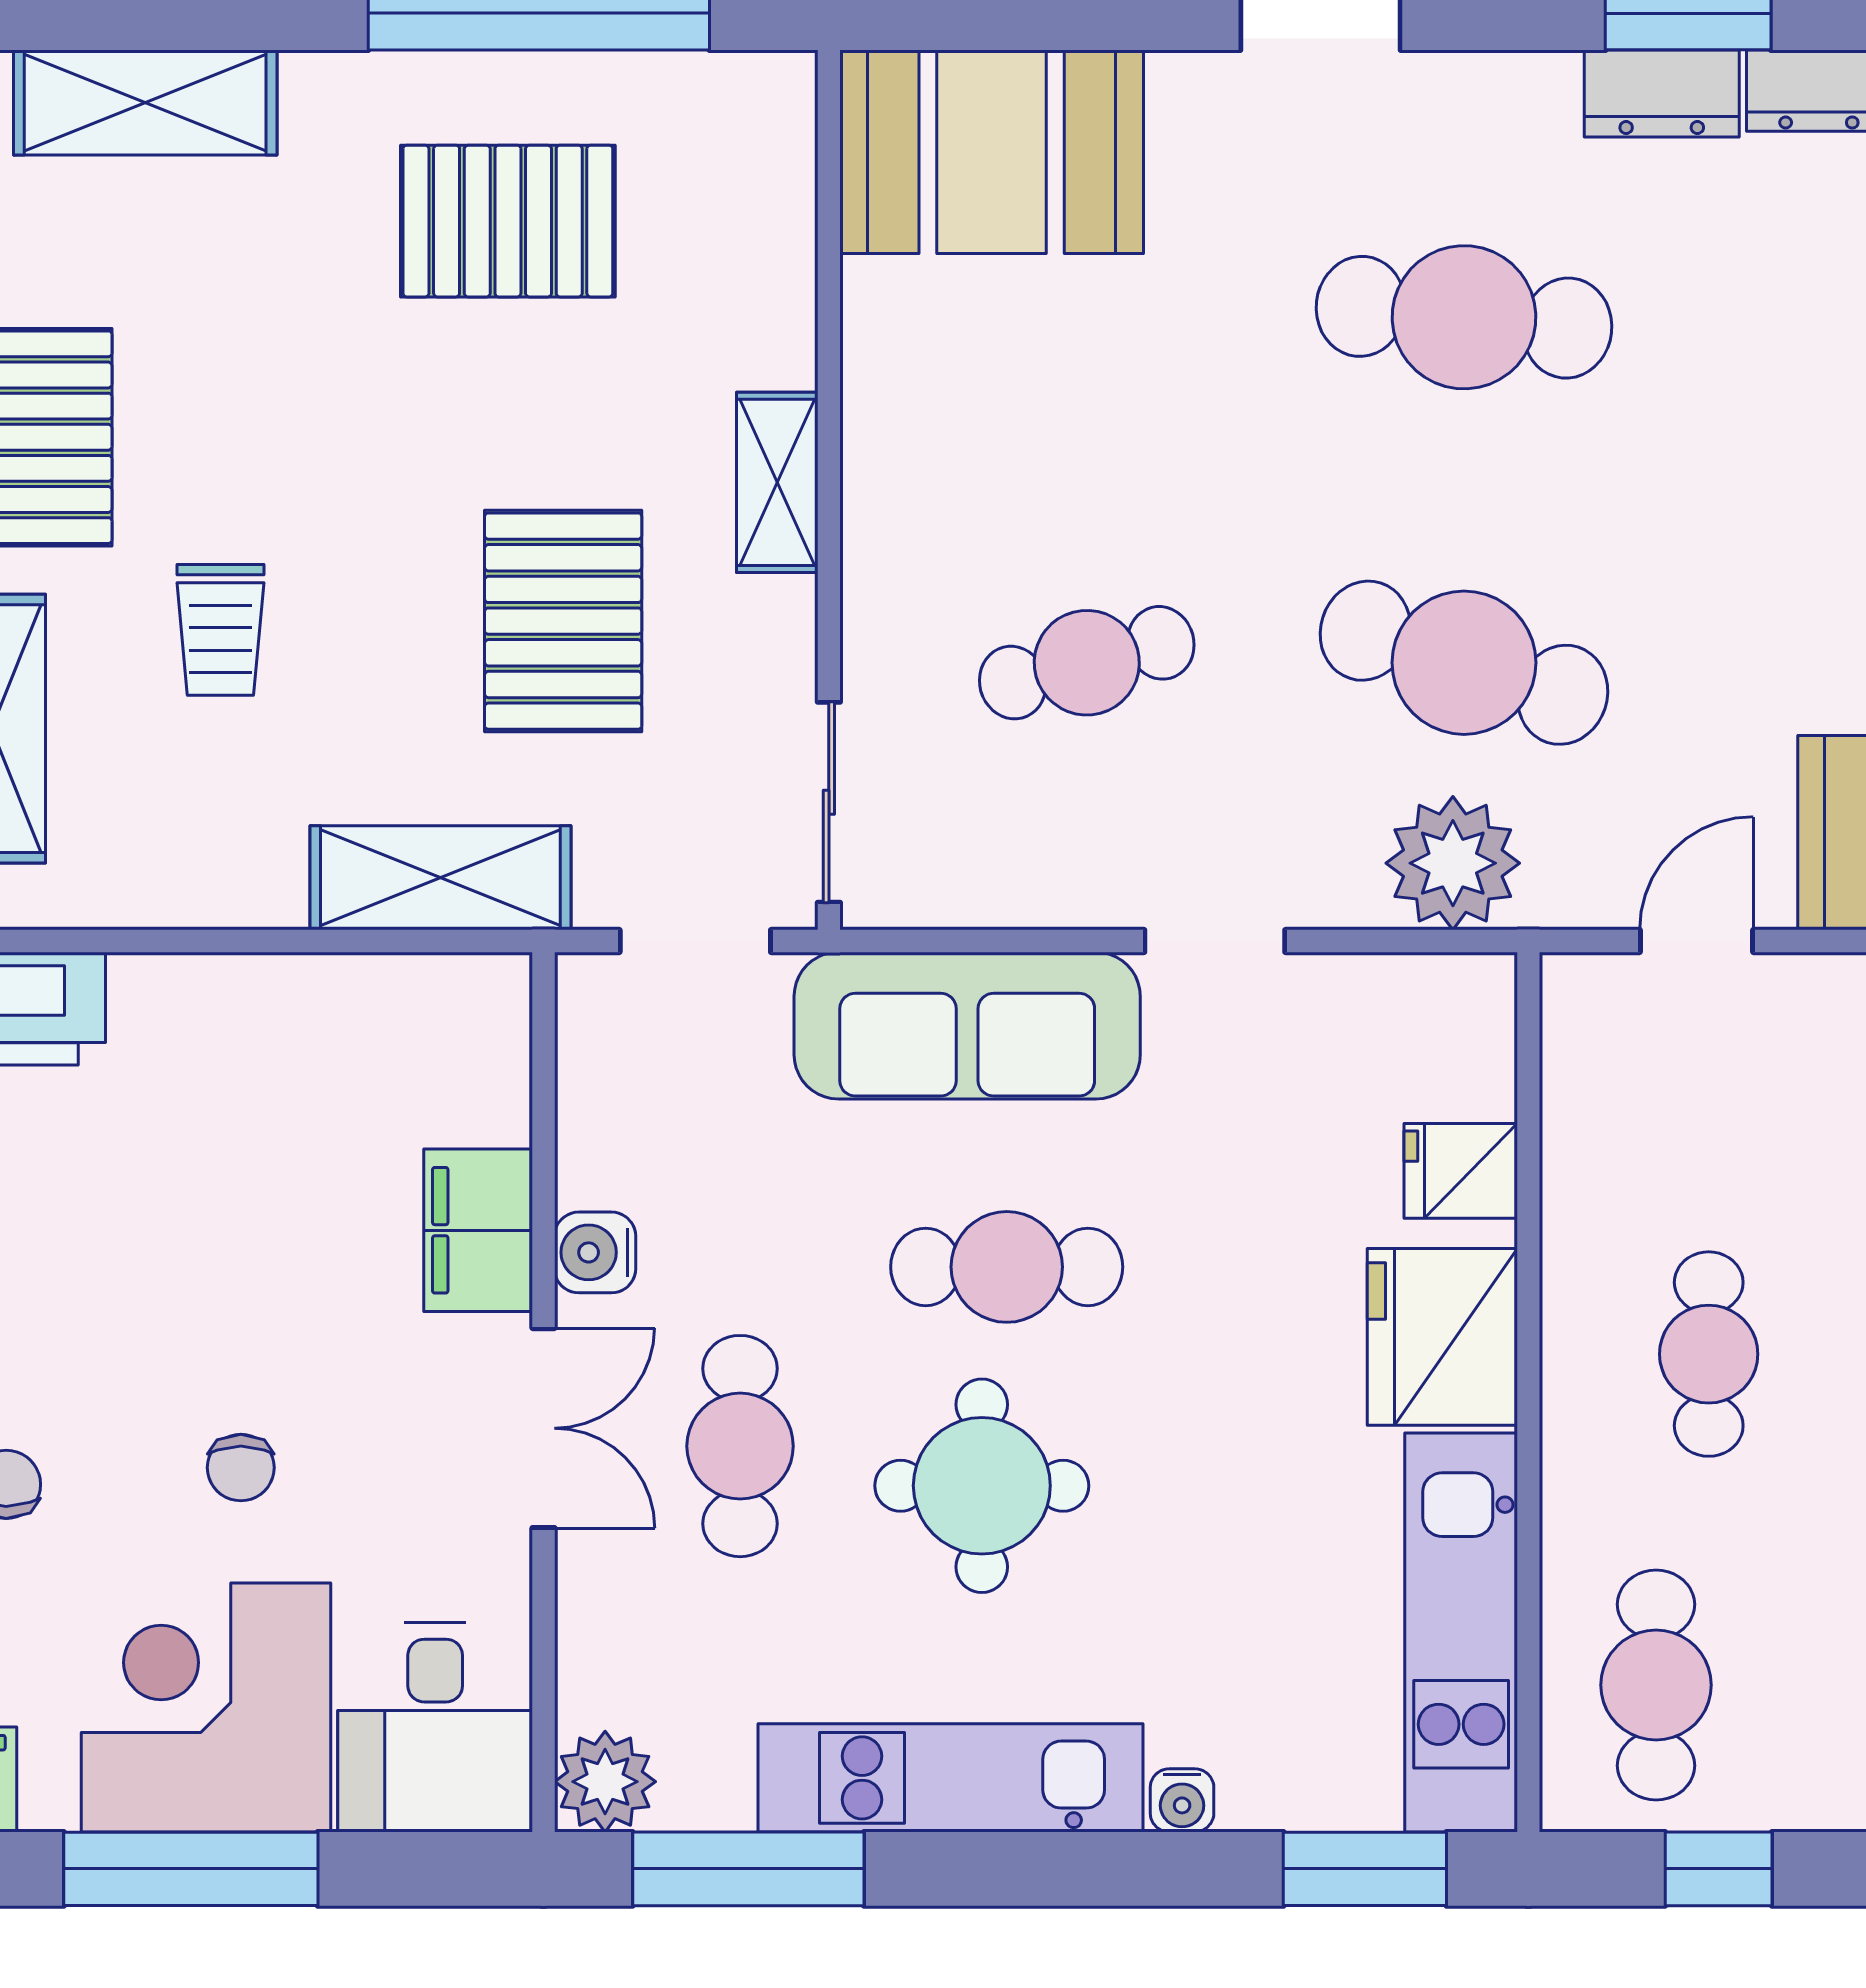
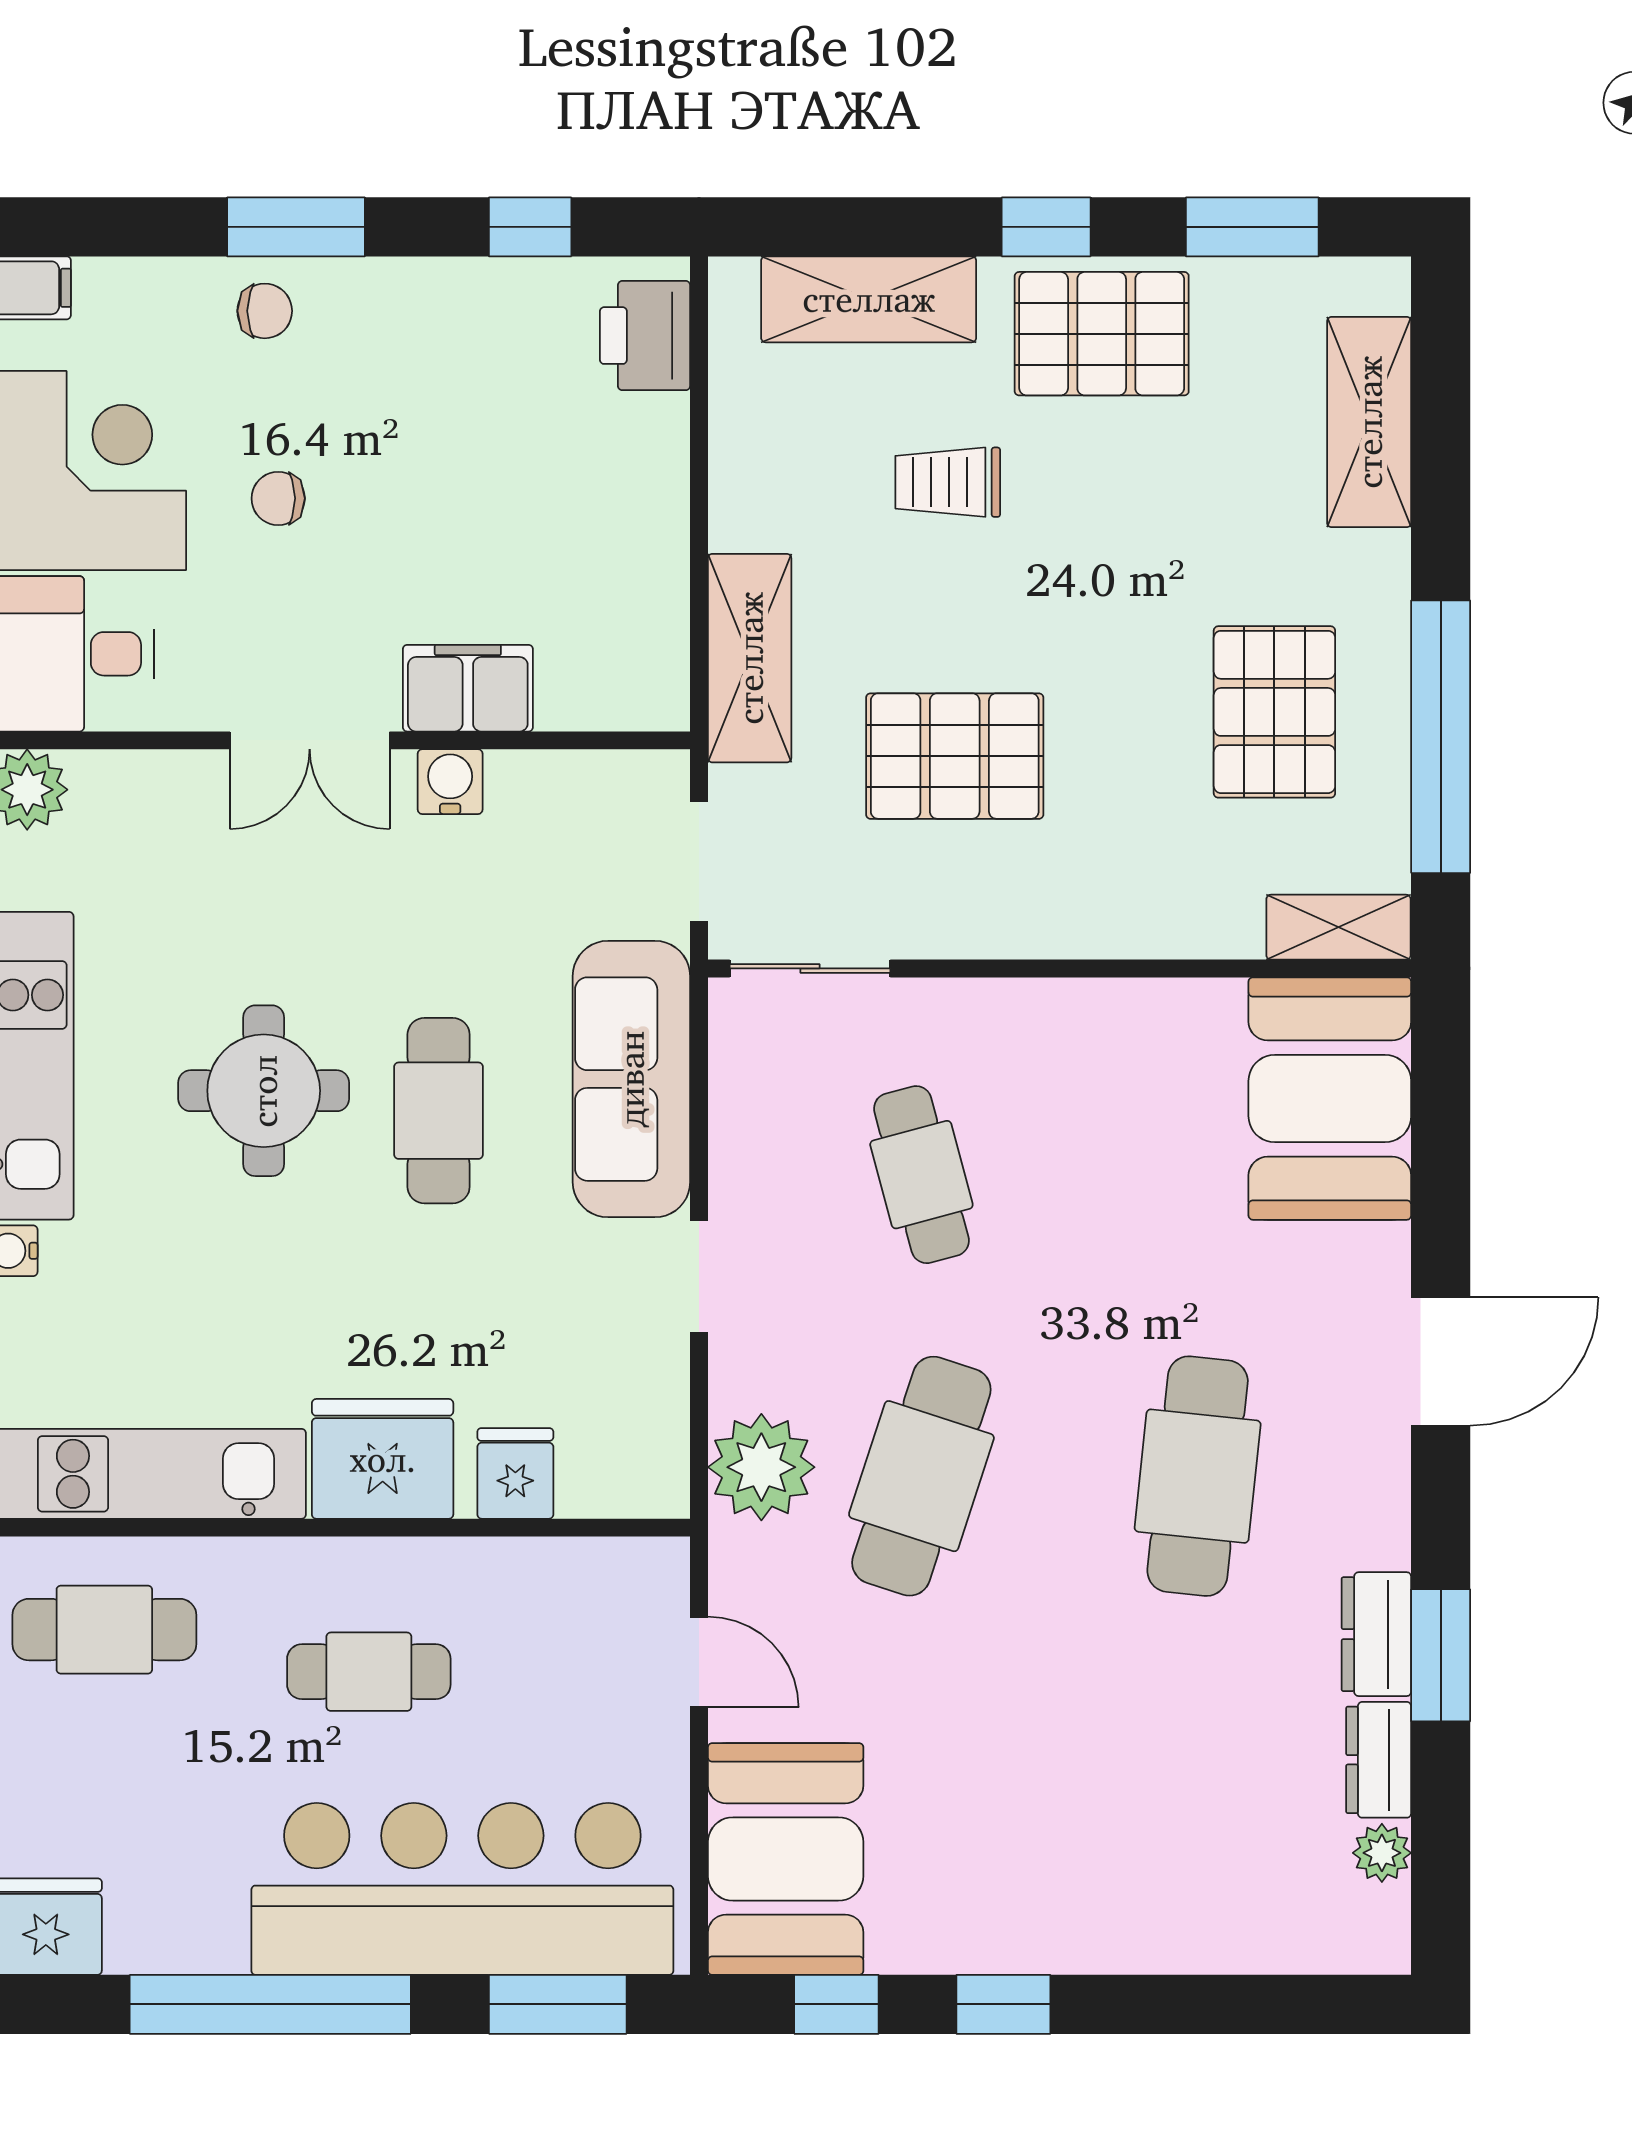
shelving: (777, 482) -> (1339, 927), moved
cafe table: (740, 1446) -> (295, 898), removed

